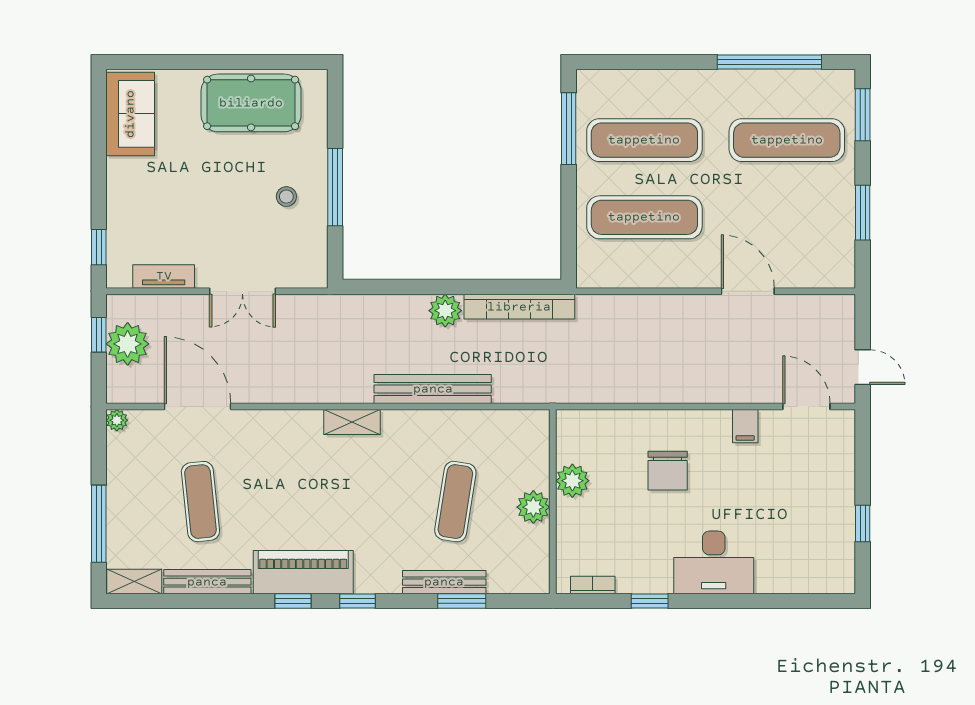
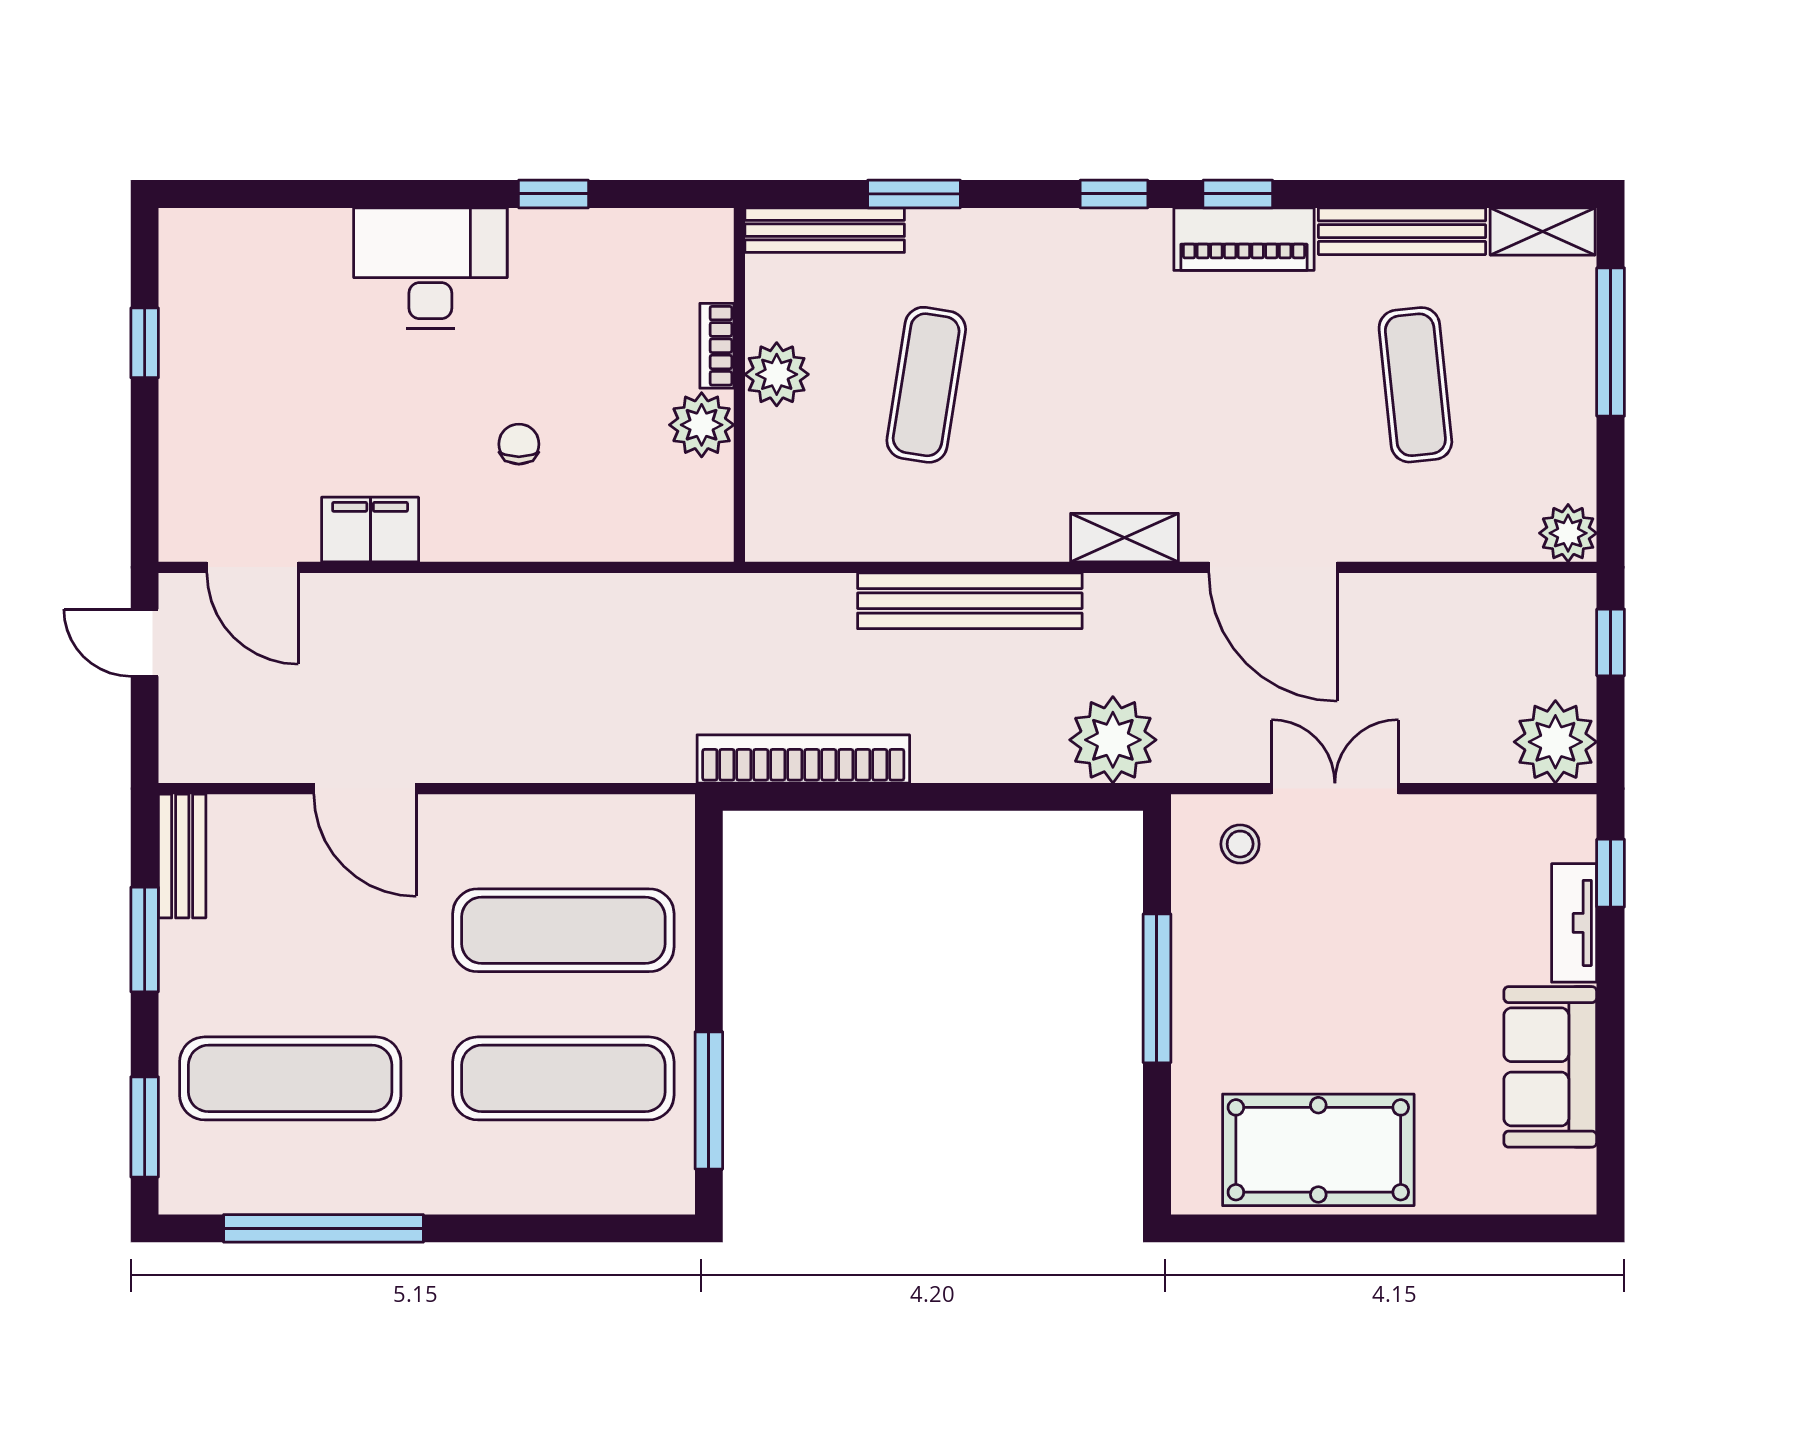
sofa: (130, 114) -> (1550, 1067), moved
stool: (286, 197) -> (1240, 844), moved
bench: (843, 256) -> (182, 856), added
tv unit: (164, 276) -> (1574, 923), moved, turned 90
plant: (445, 311) -> (1113, 740), moved, width x1.36, depth x1.36
window: (99, 335) -> (1611, 642), moved
plant: (128, 344) -> (1555, 742), moved
door: (197, 406) -> (1273, 567), moved
plant: (117, 420) -> (1568, 533), width x1.38, depth x1.38
filing cabinet: (745, 426) -> (370, 529), width x2.00
chair: (668, 471) -> (519, 444), width x0.54, depth x0.54
piano: (303, 572) -> (1244, 239), width x0.73, depth x0.75
bench: (444, 582) -> (825, 230), moved
bookcase: (593, 585) -> (717, 346), moved, turned 90

